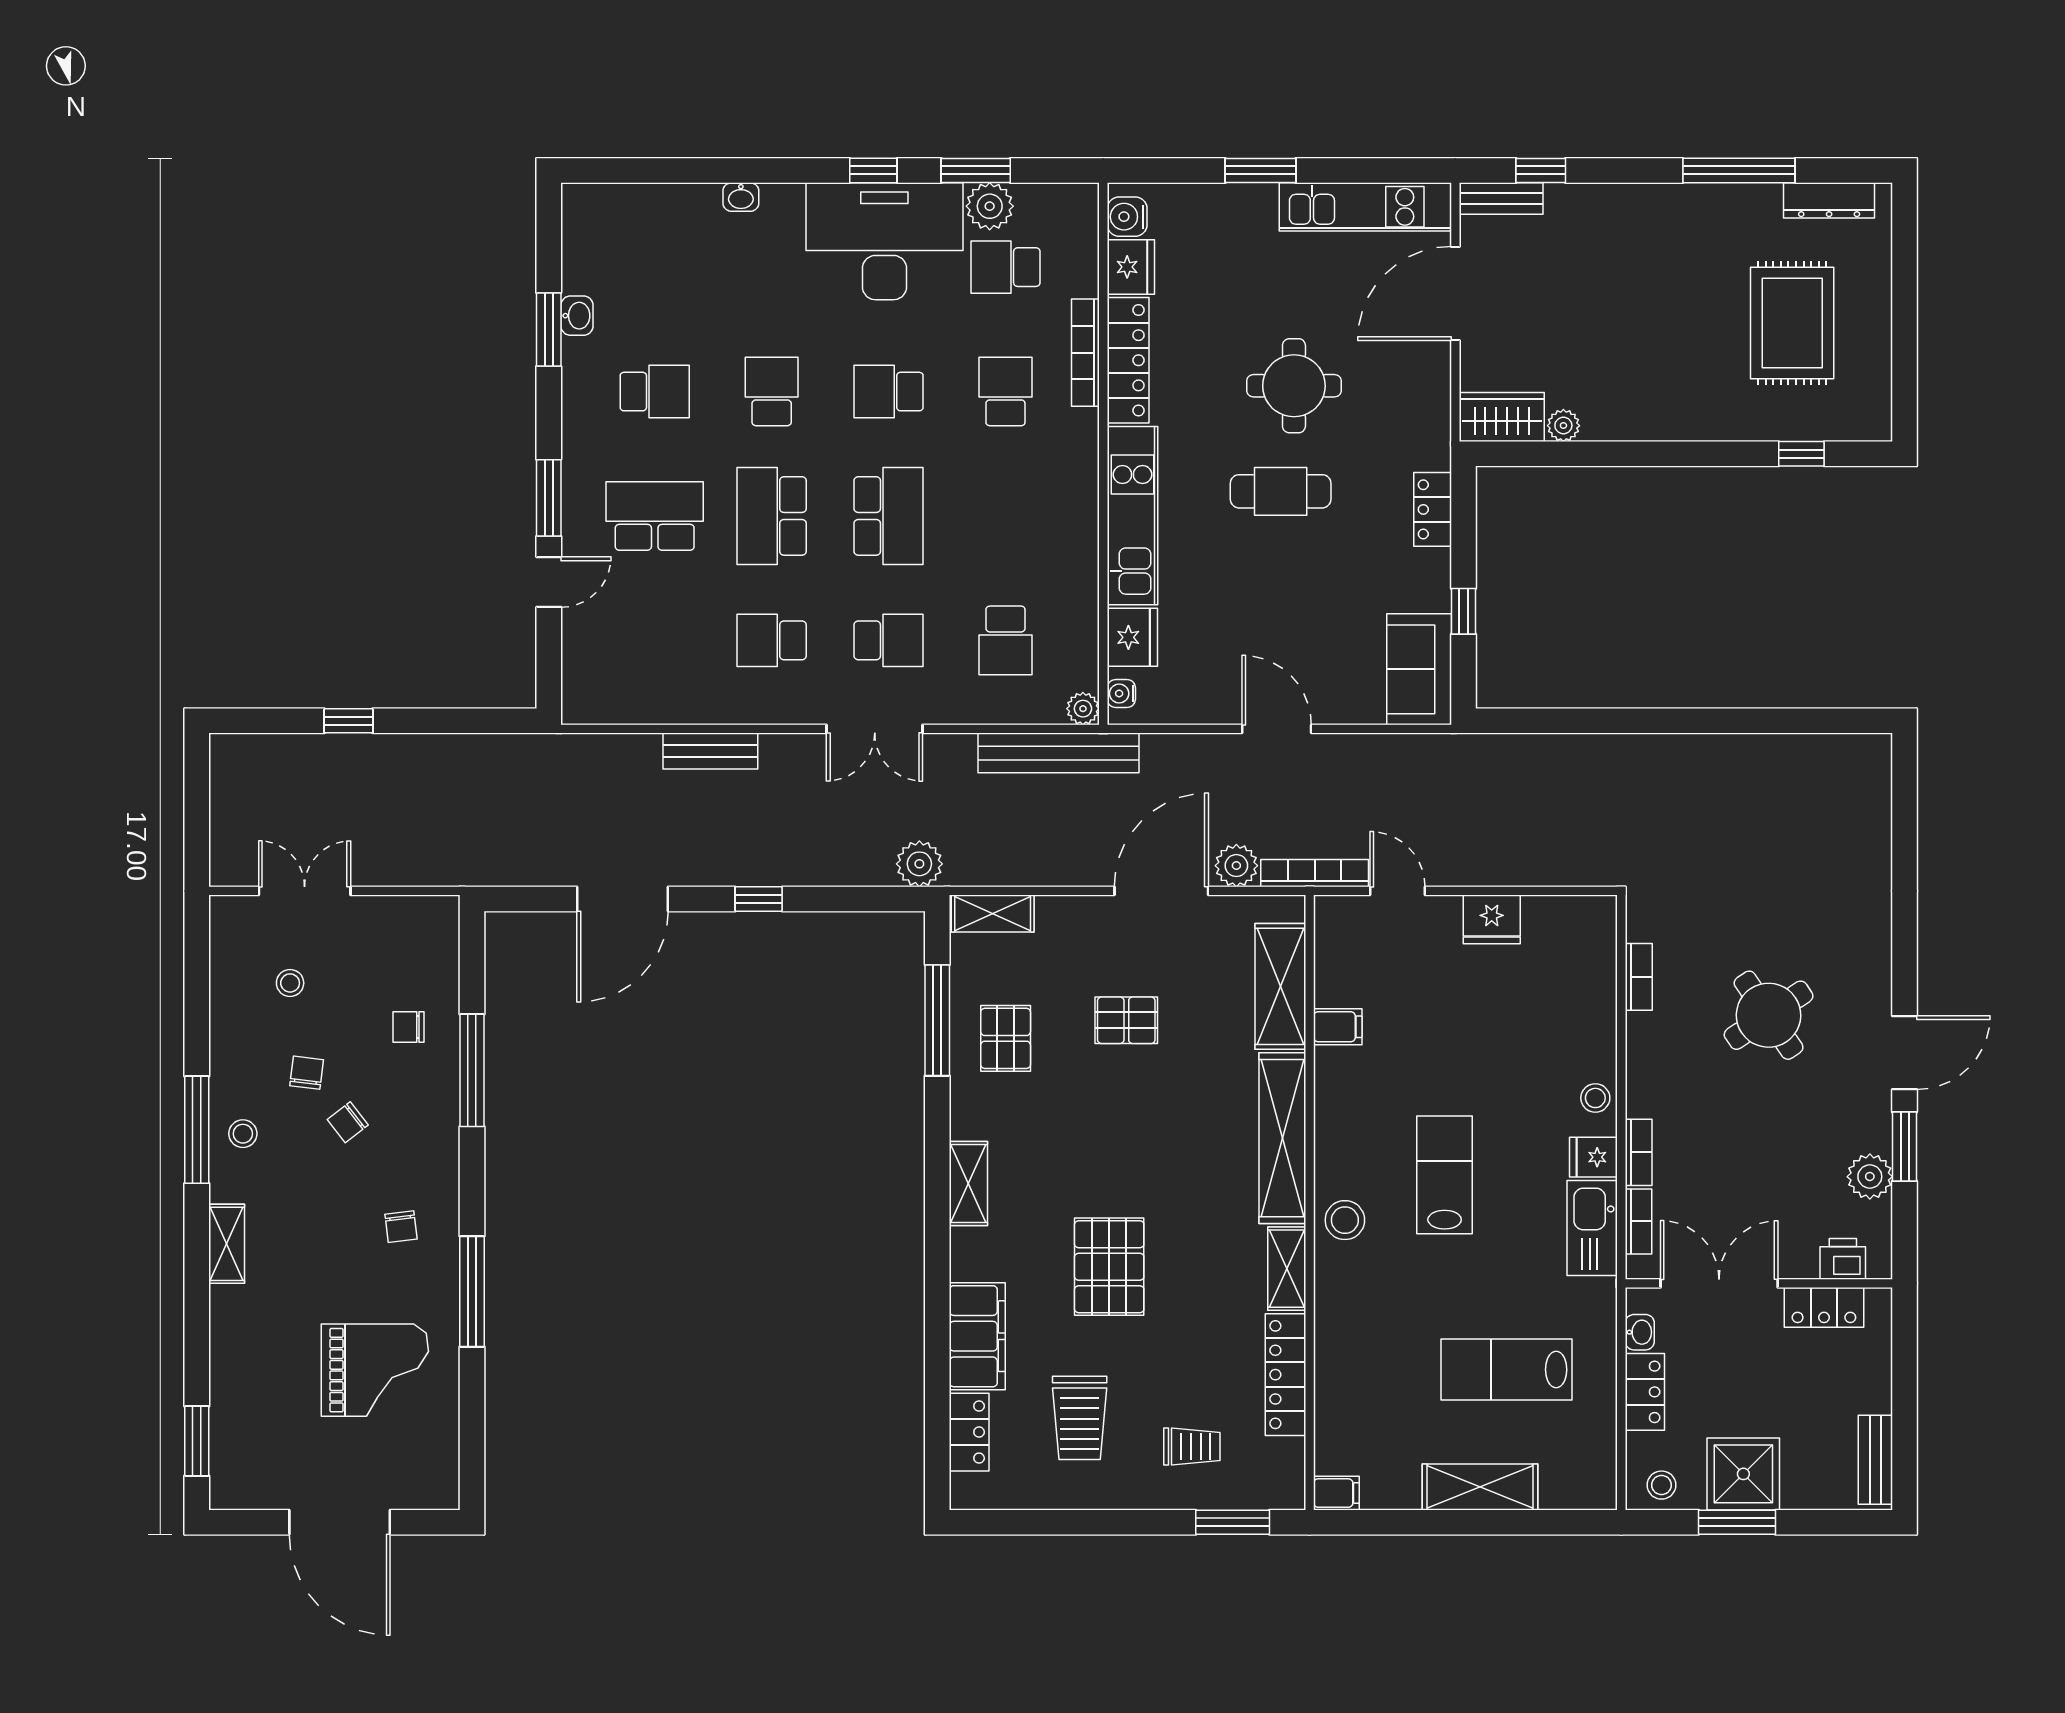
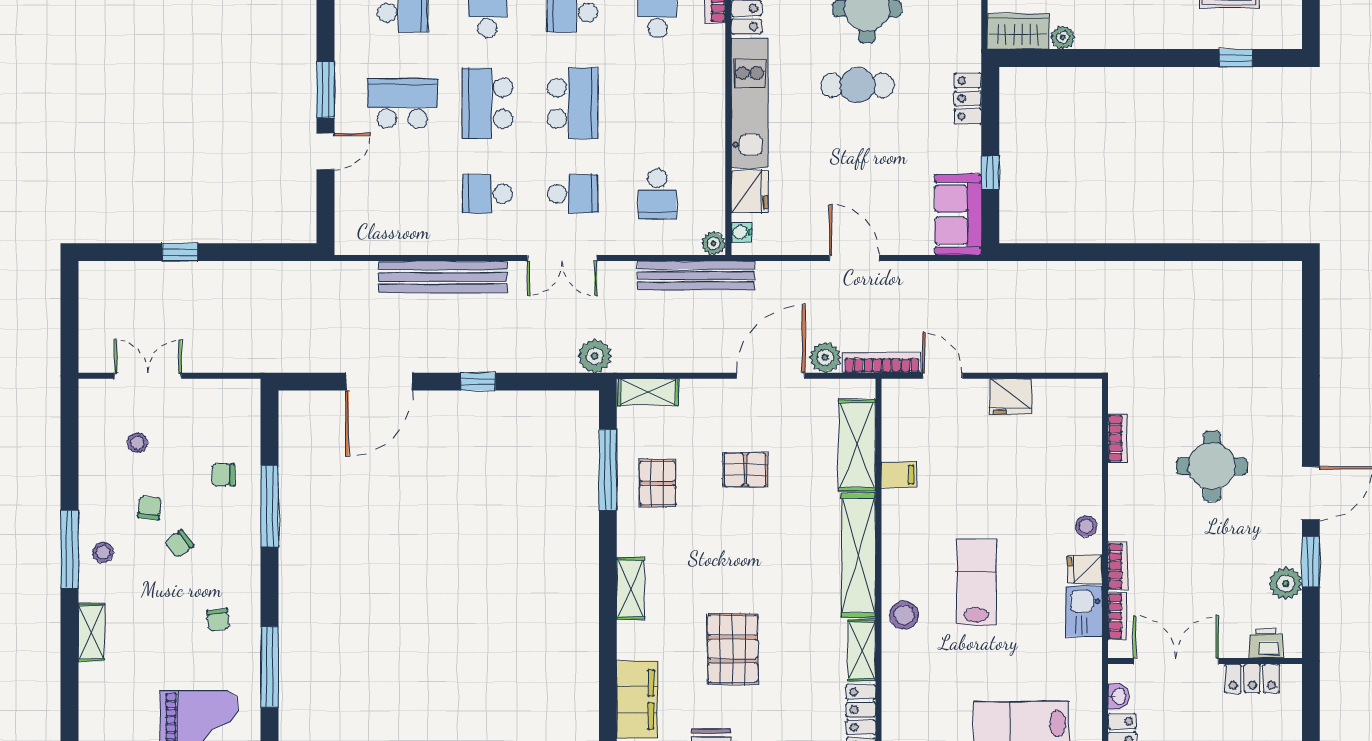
bench: (710, 751) -> (443, 277), width x1.86, depth x1.21
round table: (1769, 1015) -> (1212, 466), turned 34
kitchen sink: (1592, 1228) -> (1084, 611), width x0.73

